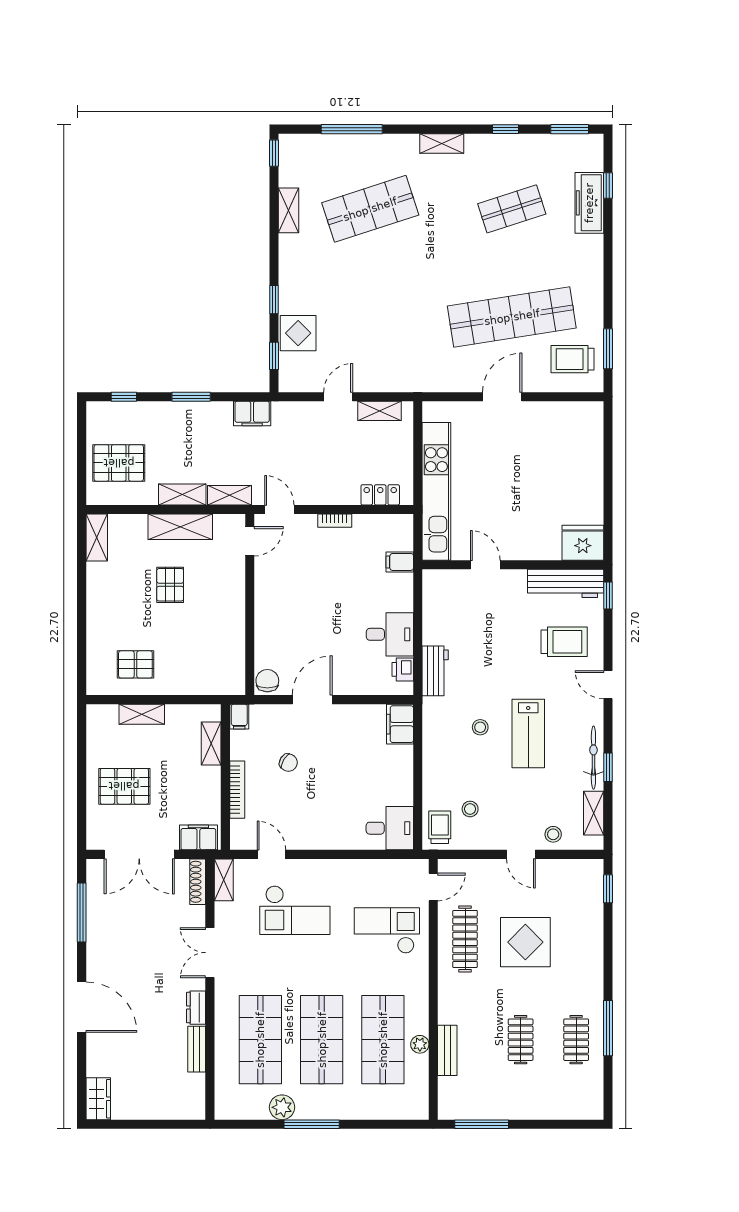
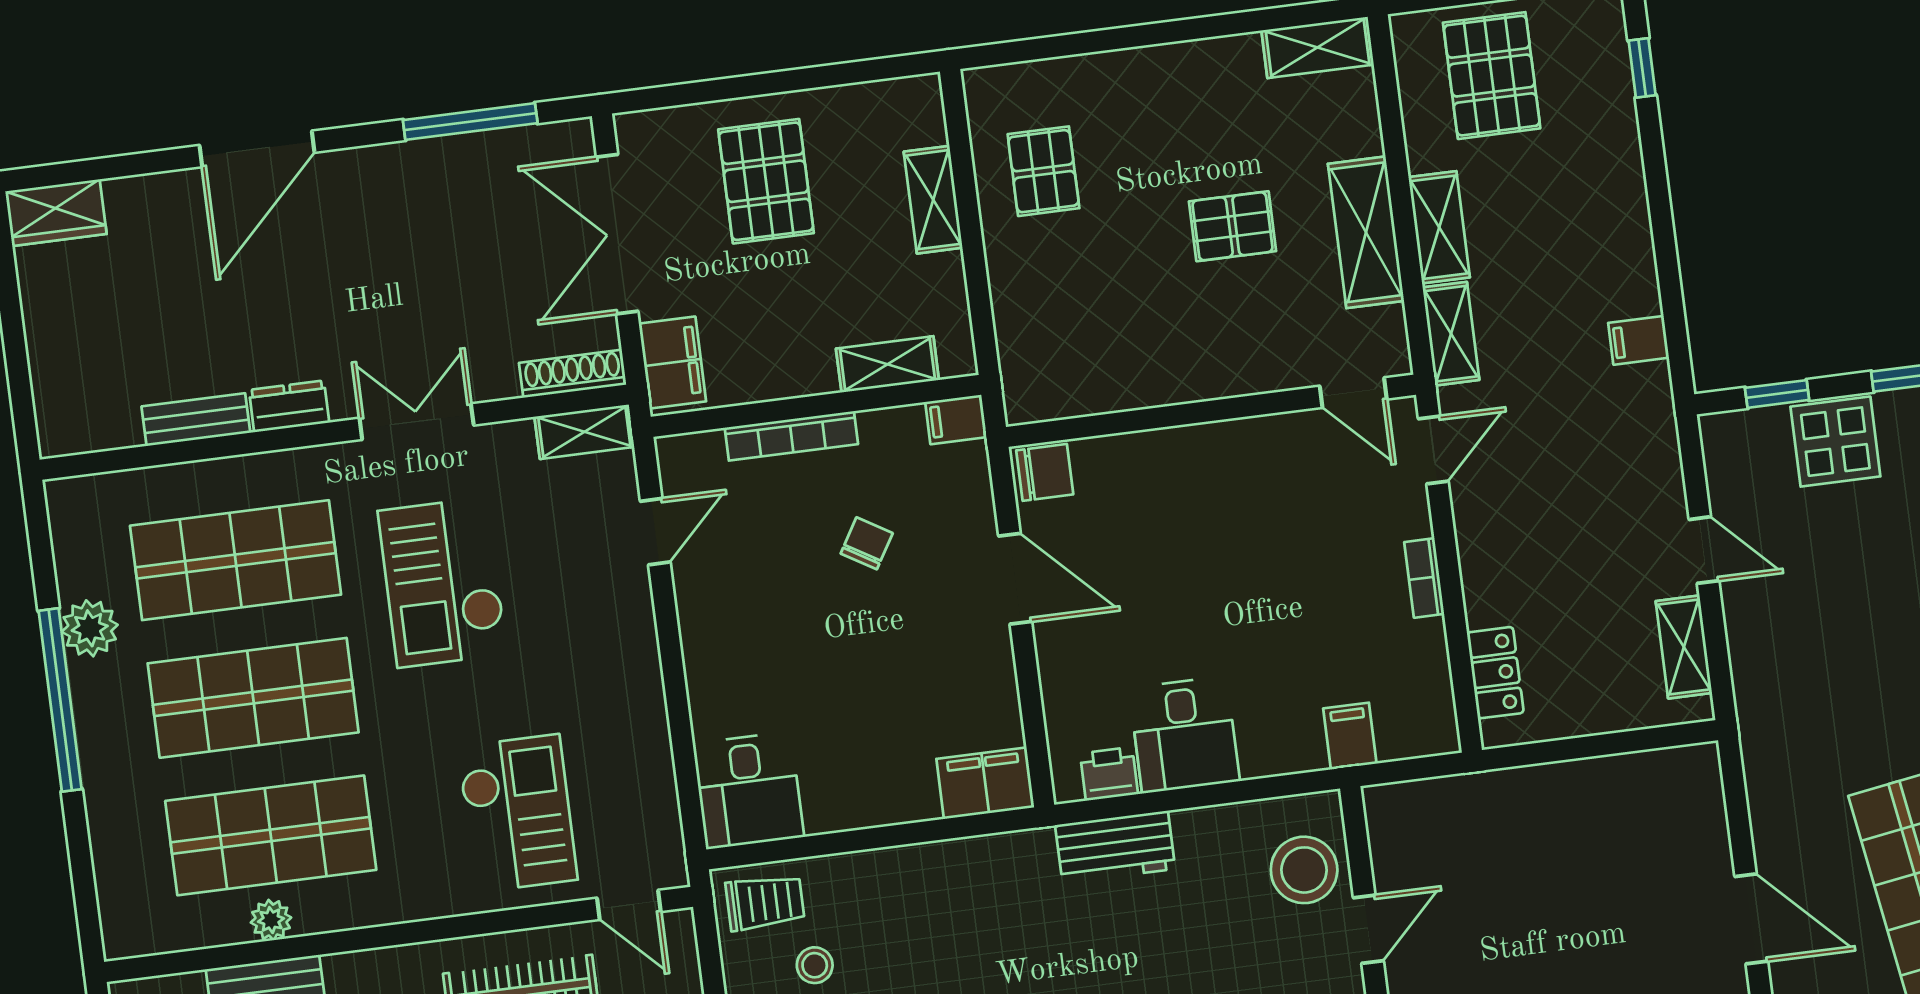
window: (191, 397) -> (1662, 219), removed
filing cabinet: (252, 414) -> (1639, 340), width x0.50
kitchen unit: (436, 491) -> (1519, 798), removed
stool: (480, 727) -> (1304, 870), moved, width x1.89, depth x1.89
chair: (288, 763) -> (867, 543), turned 180
checkout: (295, 910) -> (443, 582), moved
window: (312, 1124) -> (60, 700), width x1.46

